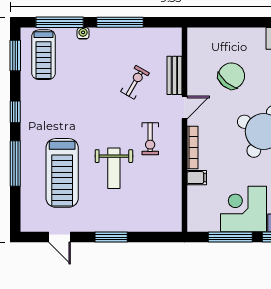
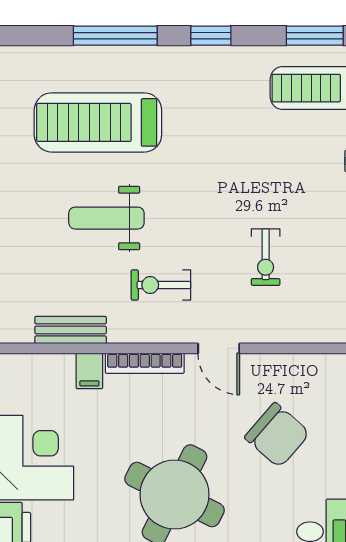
bench: (174, 75) -> (71, 330), moved
exercise bike: (135, 82) -> (266, 257), turned 60

